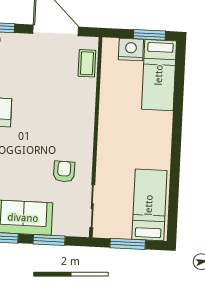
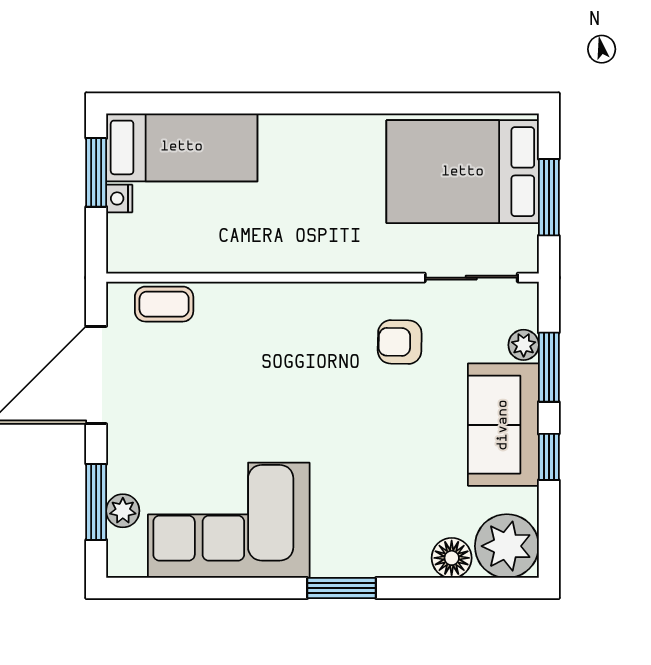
nightstand: (131, 49) -> (119, 198), width x0.53, depth x0.56
bed: (149, 205) -> (463, 172), width x1.50
plant: (60, 229) -> (524, 345), added

